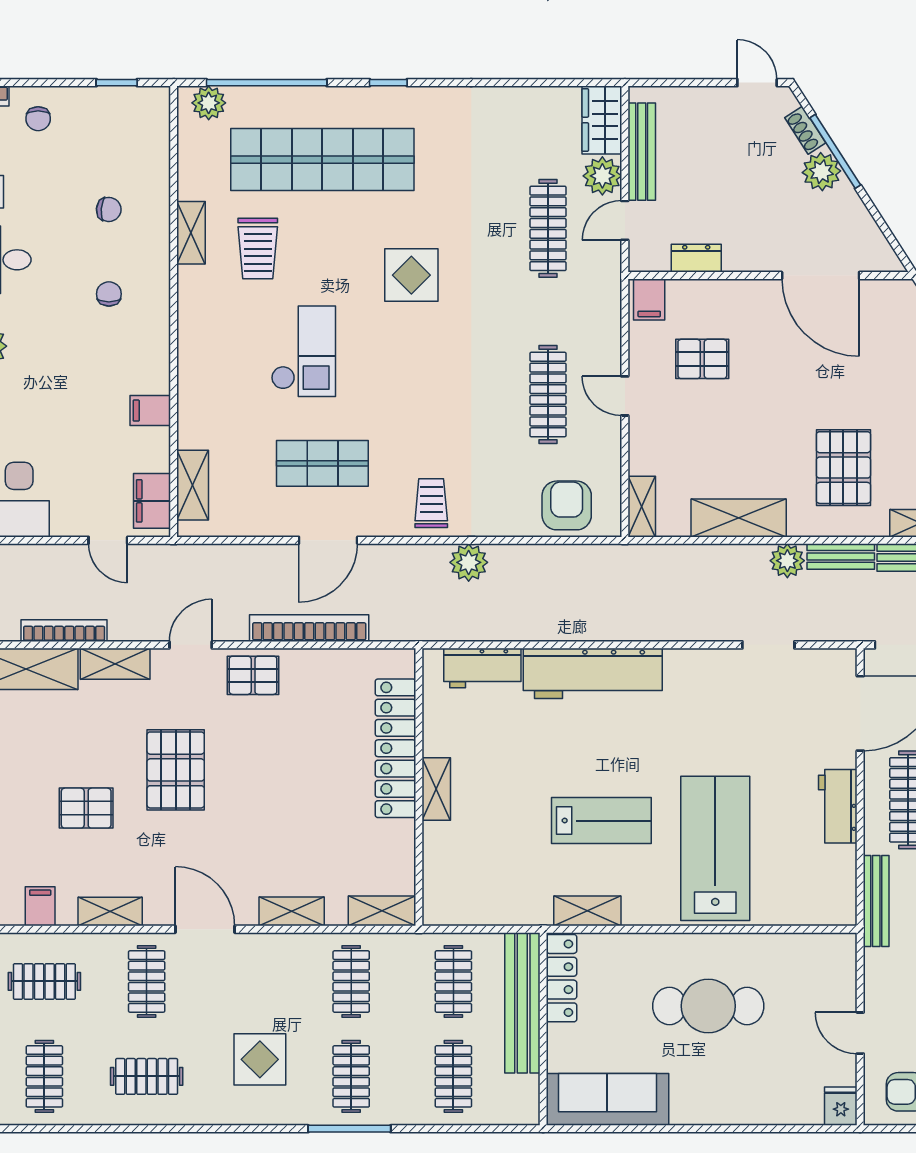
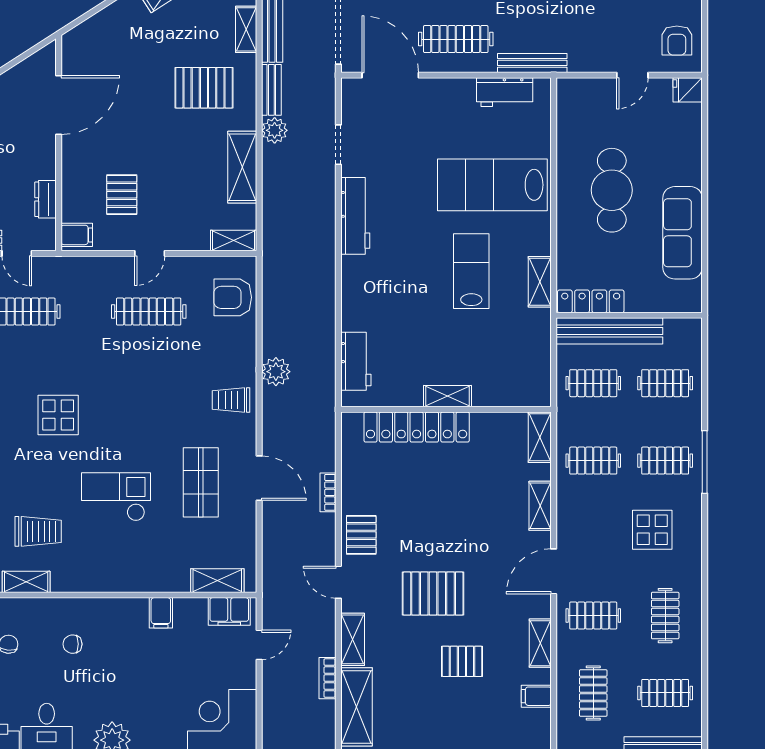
bookcase: (309, 628) -> (328, 492), width x0.43, depth x0.76
bookcase: (64, 631) -> (327, 678), width x0.64
workbench: (593, 673) -> (355, 216), moved, width x0.73, depth x0.76
workbench: (838, 806) -> (505, 92), moved
pallet: (86, 808) -> (462, 661), turned 90
sofa: (607, 1099) -> (683, 233), moved

